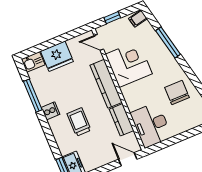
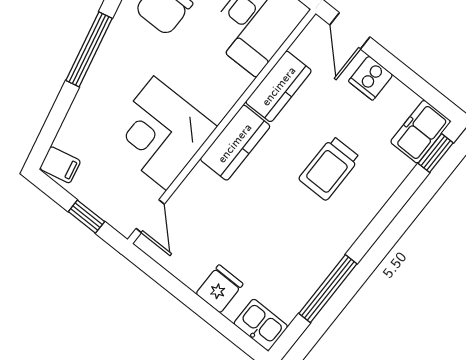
window: (168, 42) -> (89, 49), moved
fridge: (57, 56) -> (219, 289), width x0.53, depth x0.75
kitchen counter: (106, 84) -> (235, 143), width x0.67
cooker: (51, 111) -> (371, 78), moved, turned -90

